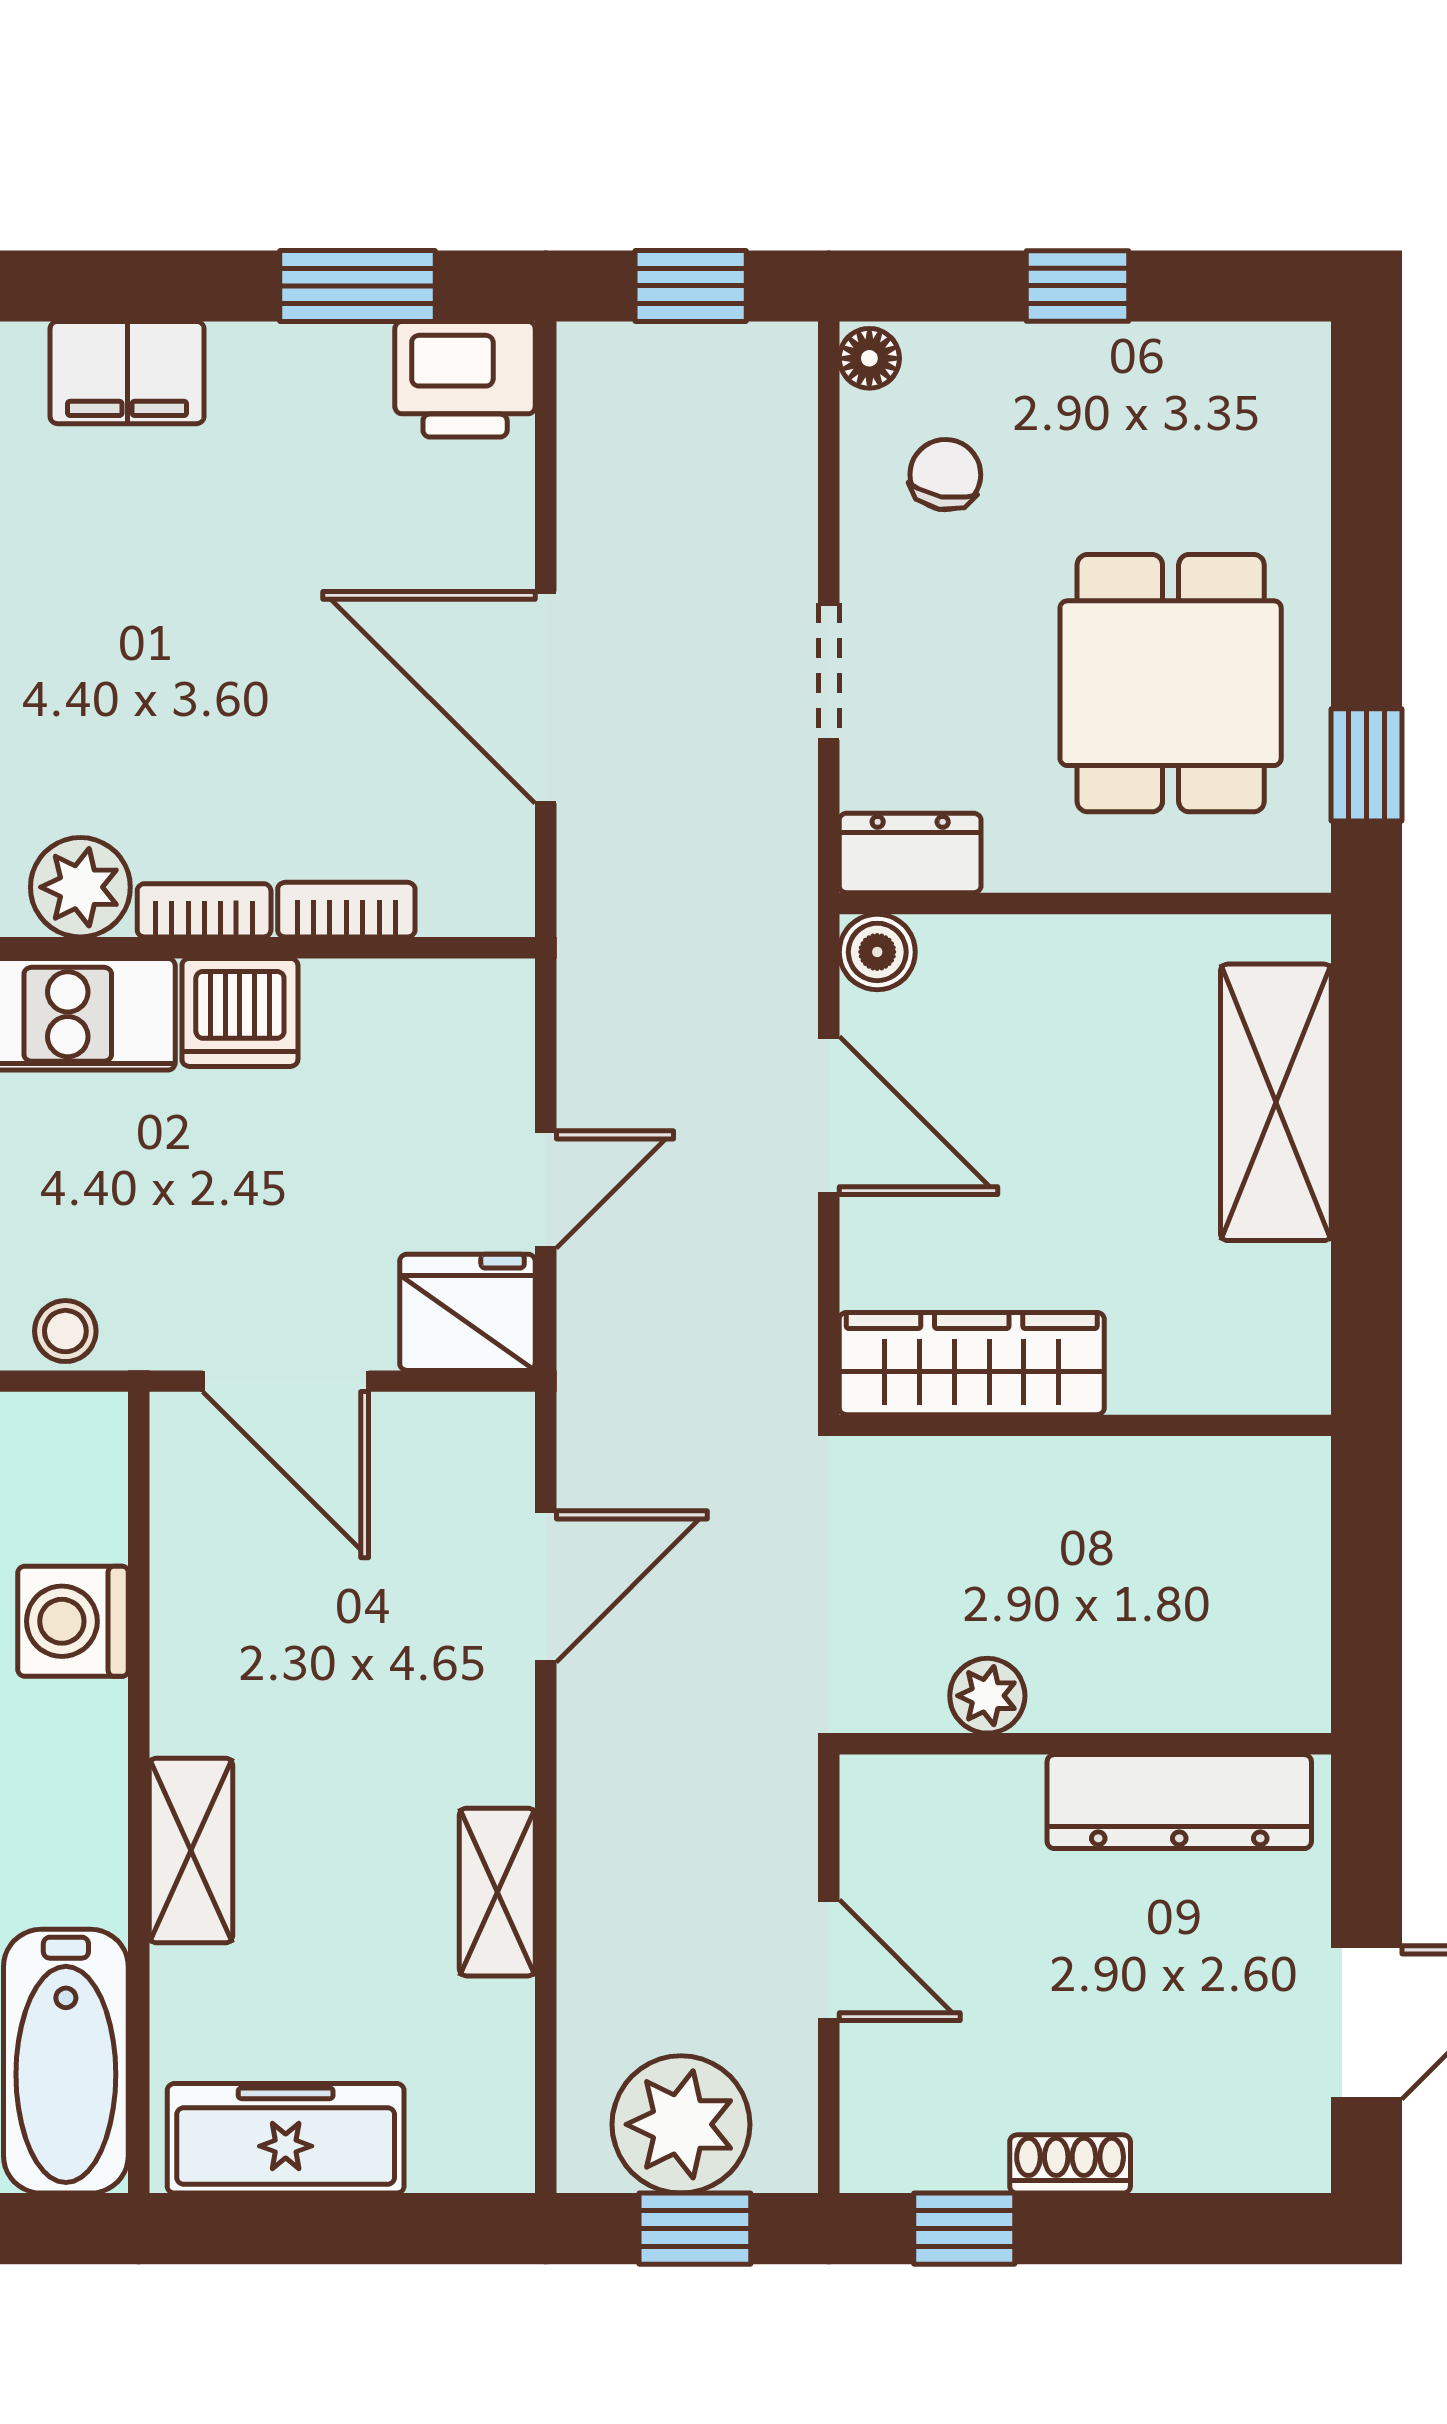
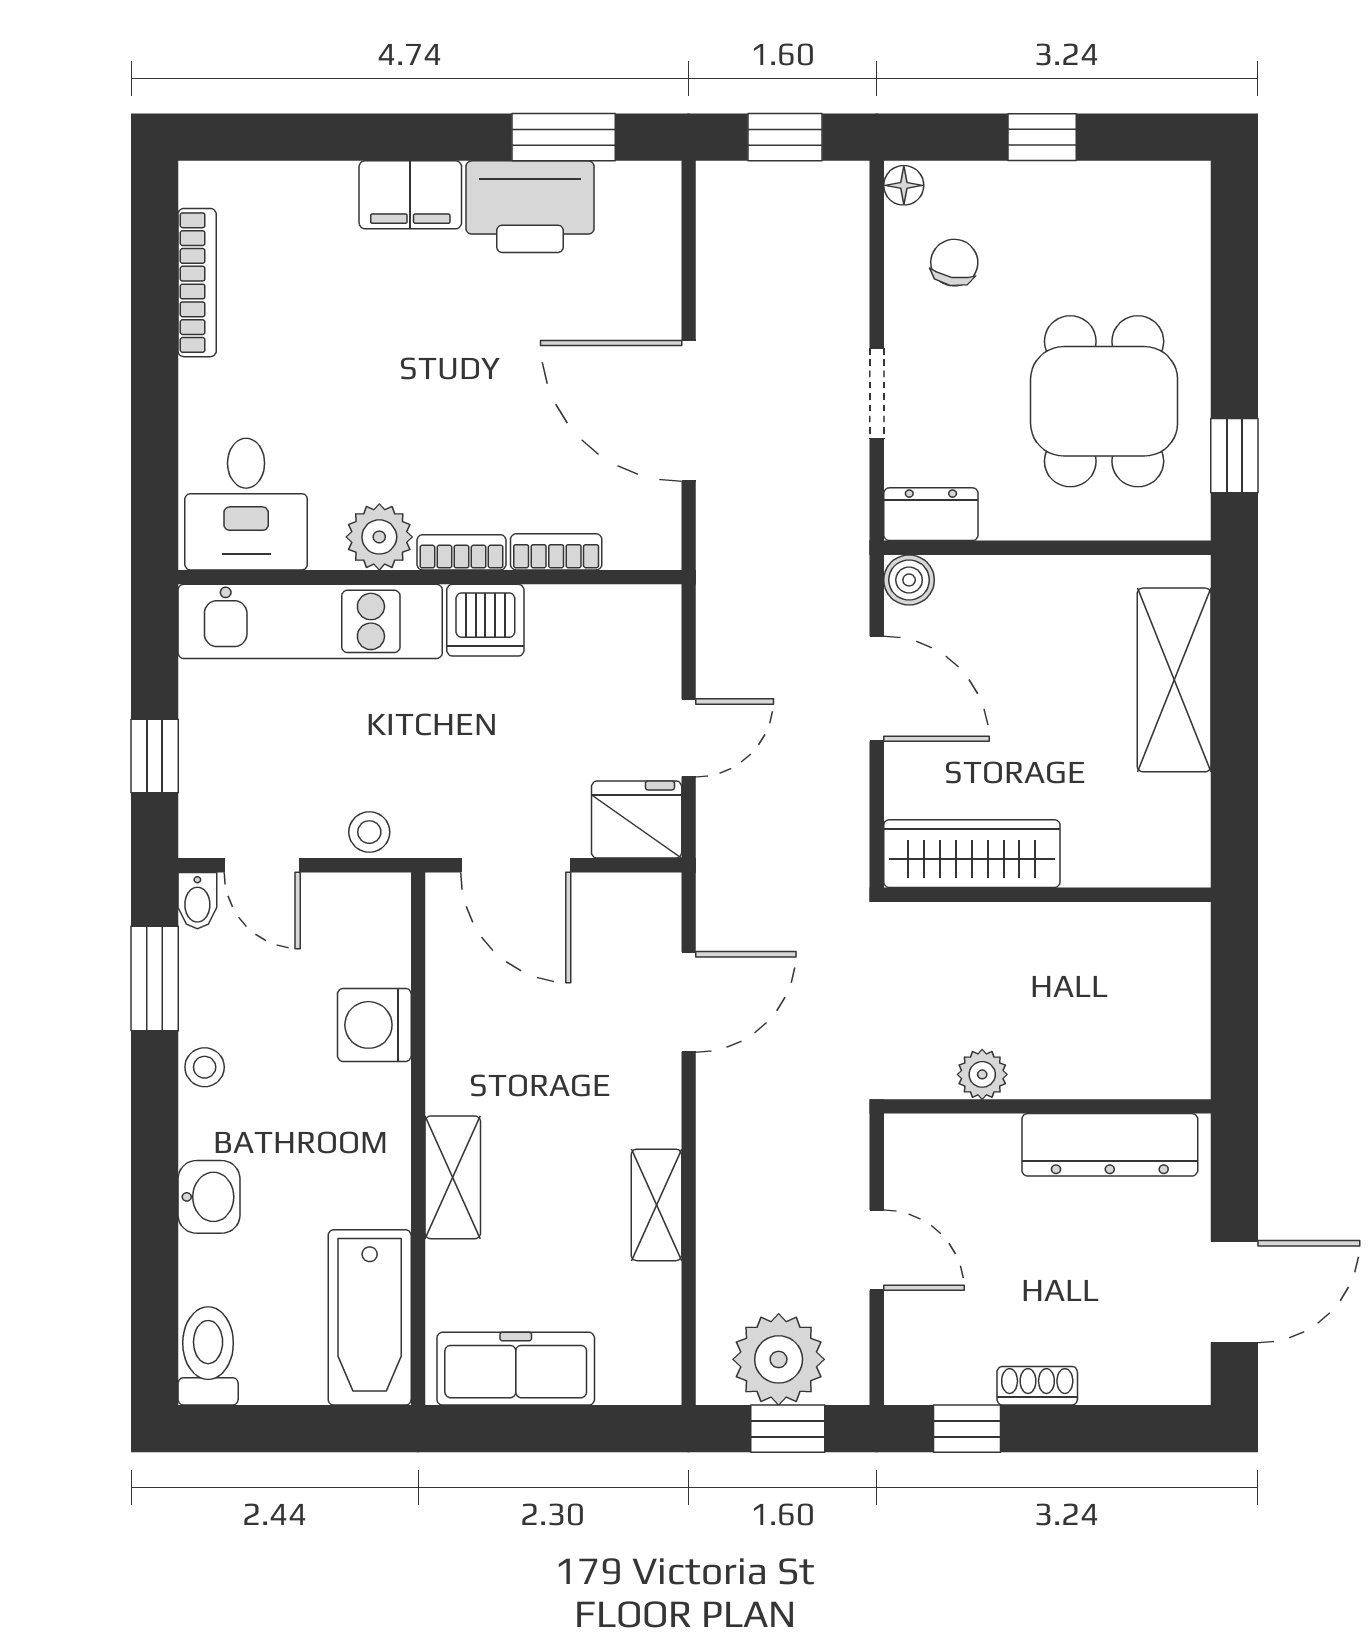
printer: (465, 379) -> (530, 207), moved, width x1.37, depth x1.19

